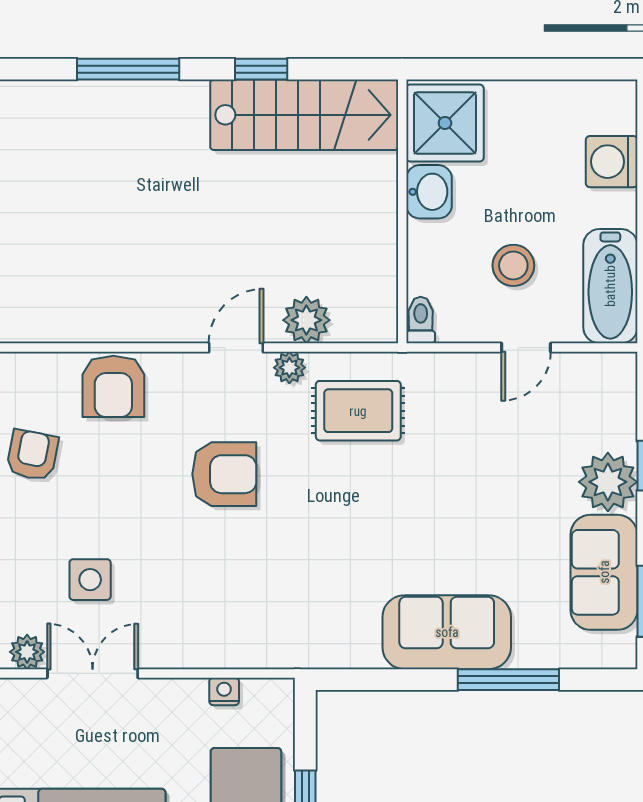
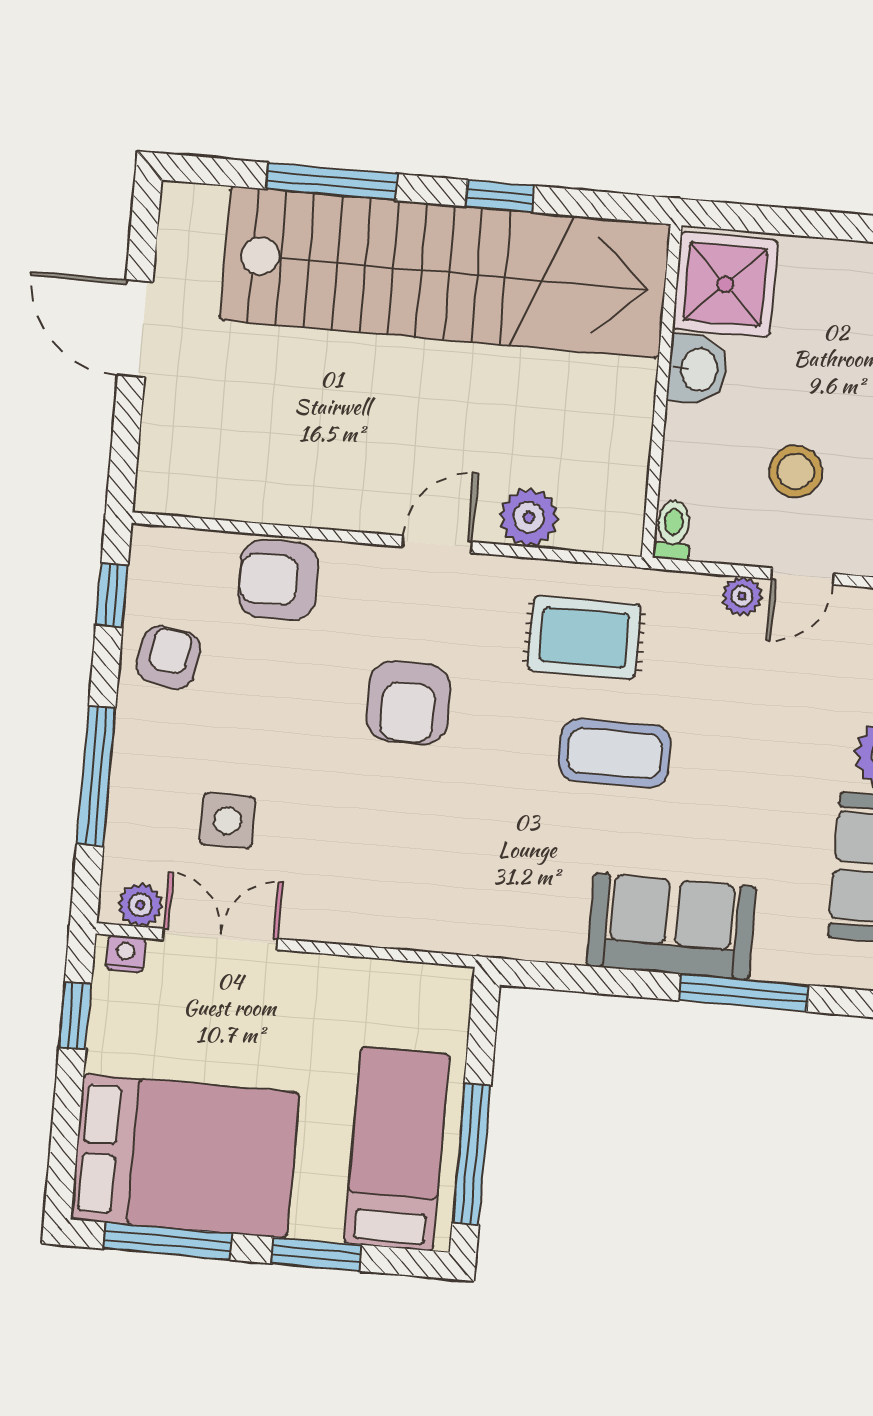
stairs: (304, 115) -> (445, 272), width x1.86, depth x1.51
plant: (289, 368) -> (742, 596), moved
armchair: (113, 386) -> (278, 580), turned 90
armchair: (224, 474) -> (408, 703), turned 90
coffee table: (390, 500) -> (615, 753), added
nightstand: (224, 691) -> (126, 954), moved

